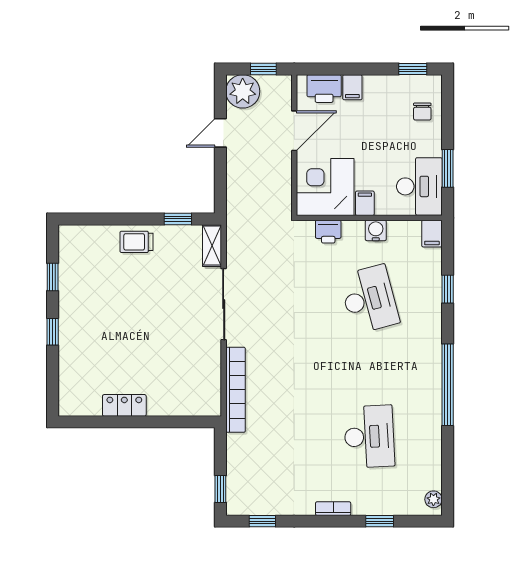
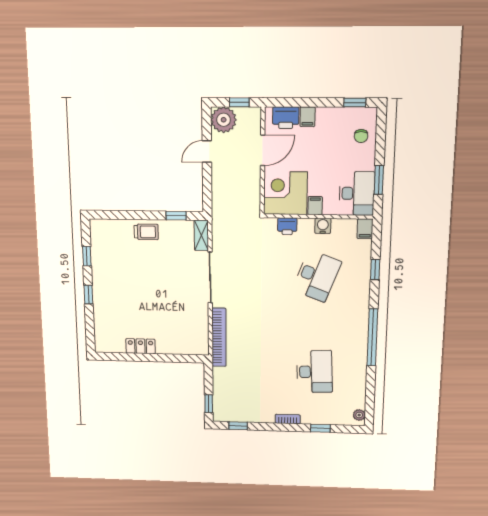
trolley: (136, 242) -> (146, 232), turned 180
desk: (369, 299) -> (317, 276), turned 36

